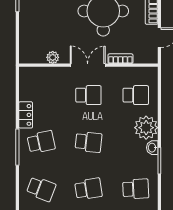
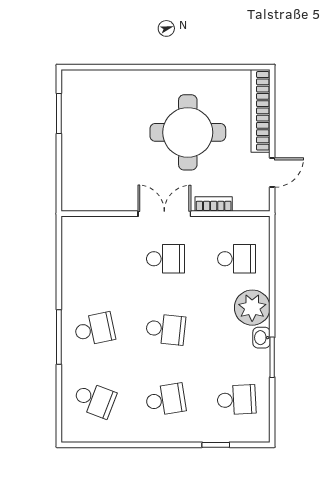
plant: (53, 57) -> (112, 202), removed
locker: (26, 115) -> (71, 289), removed

